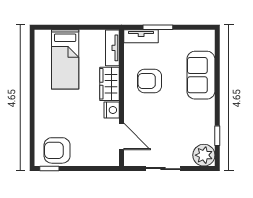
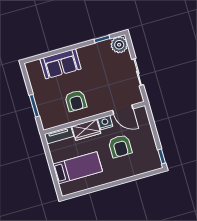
tv unit: (141, 36) -> (44, 116), removed
door: (122, 137) -> (123, 110), swing flipped
armchair: (57, 150) -> (120, 146), moved

